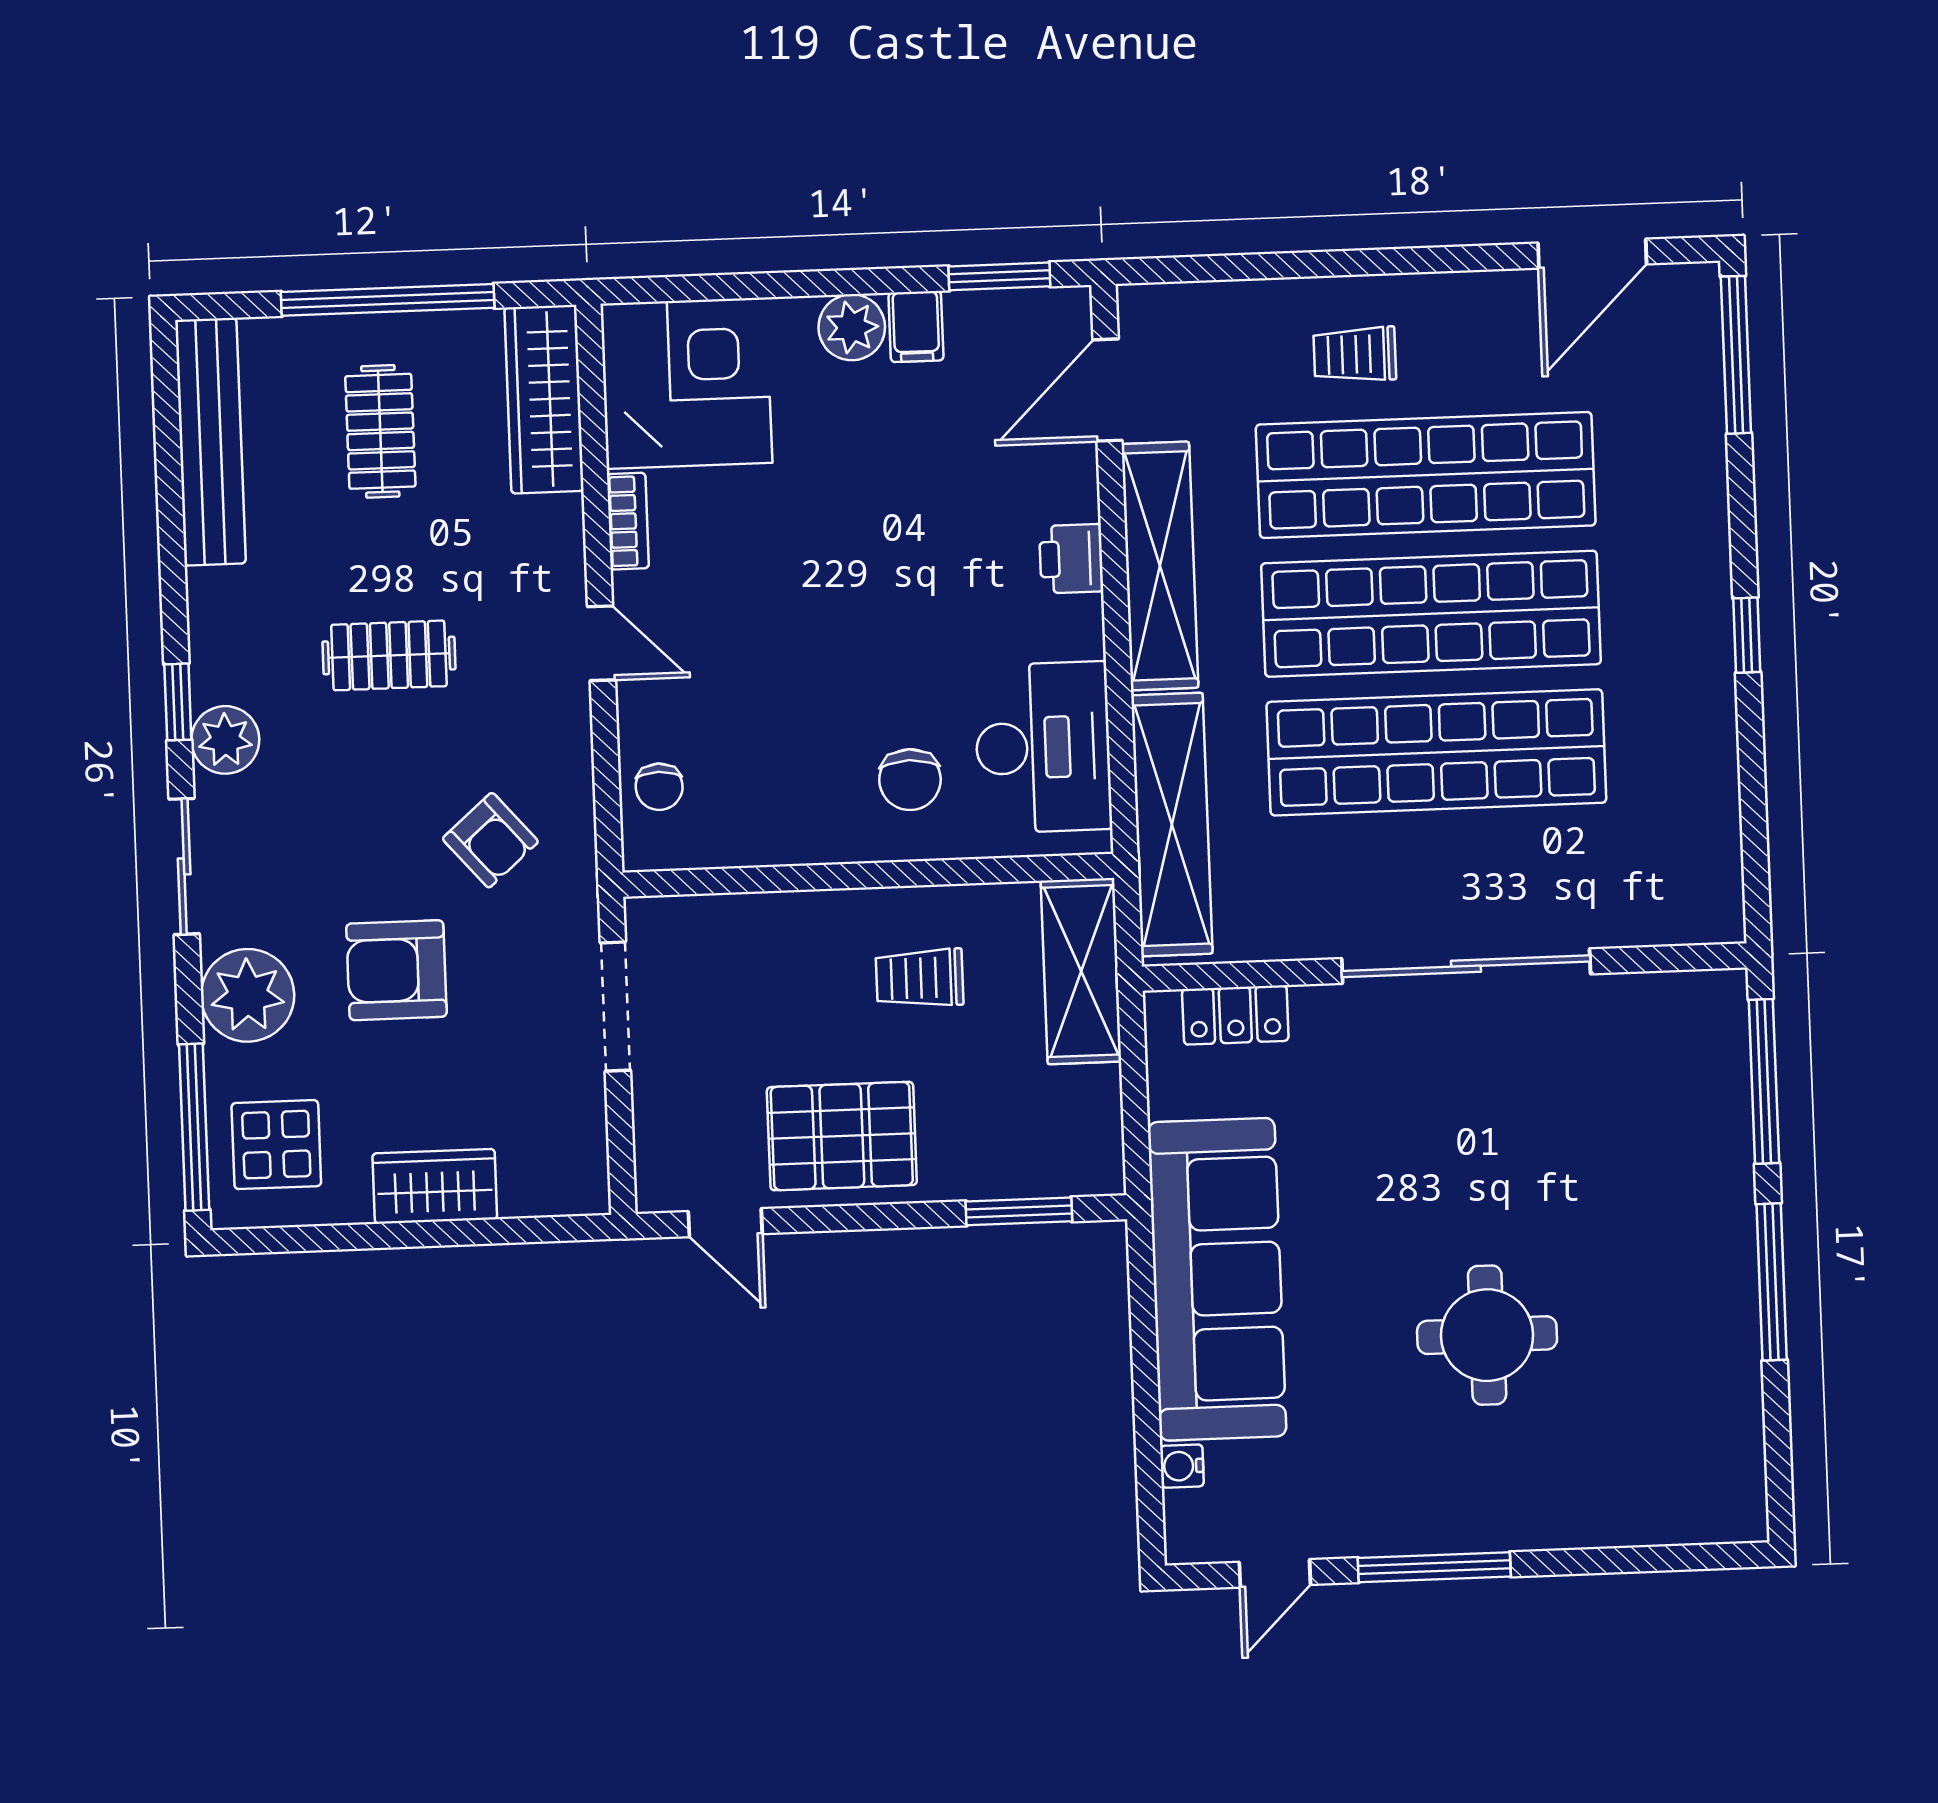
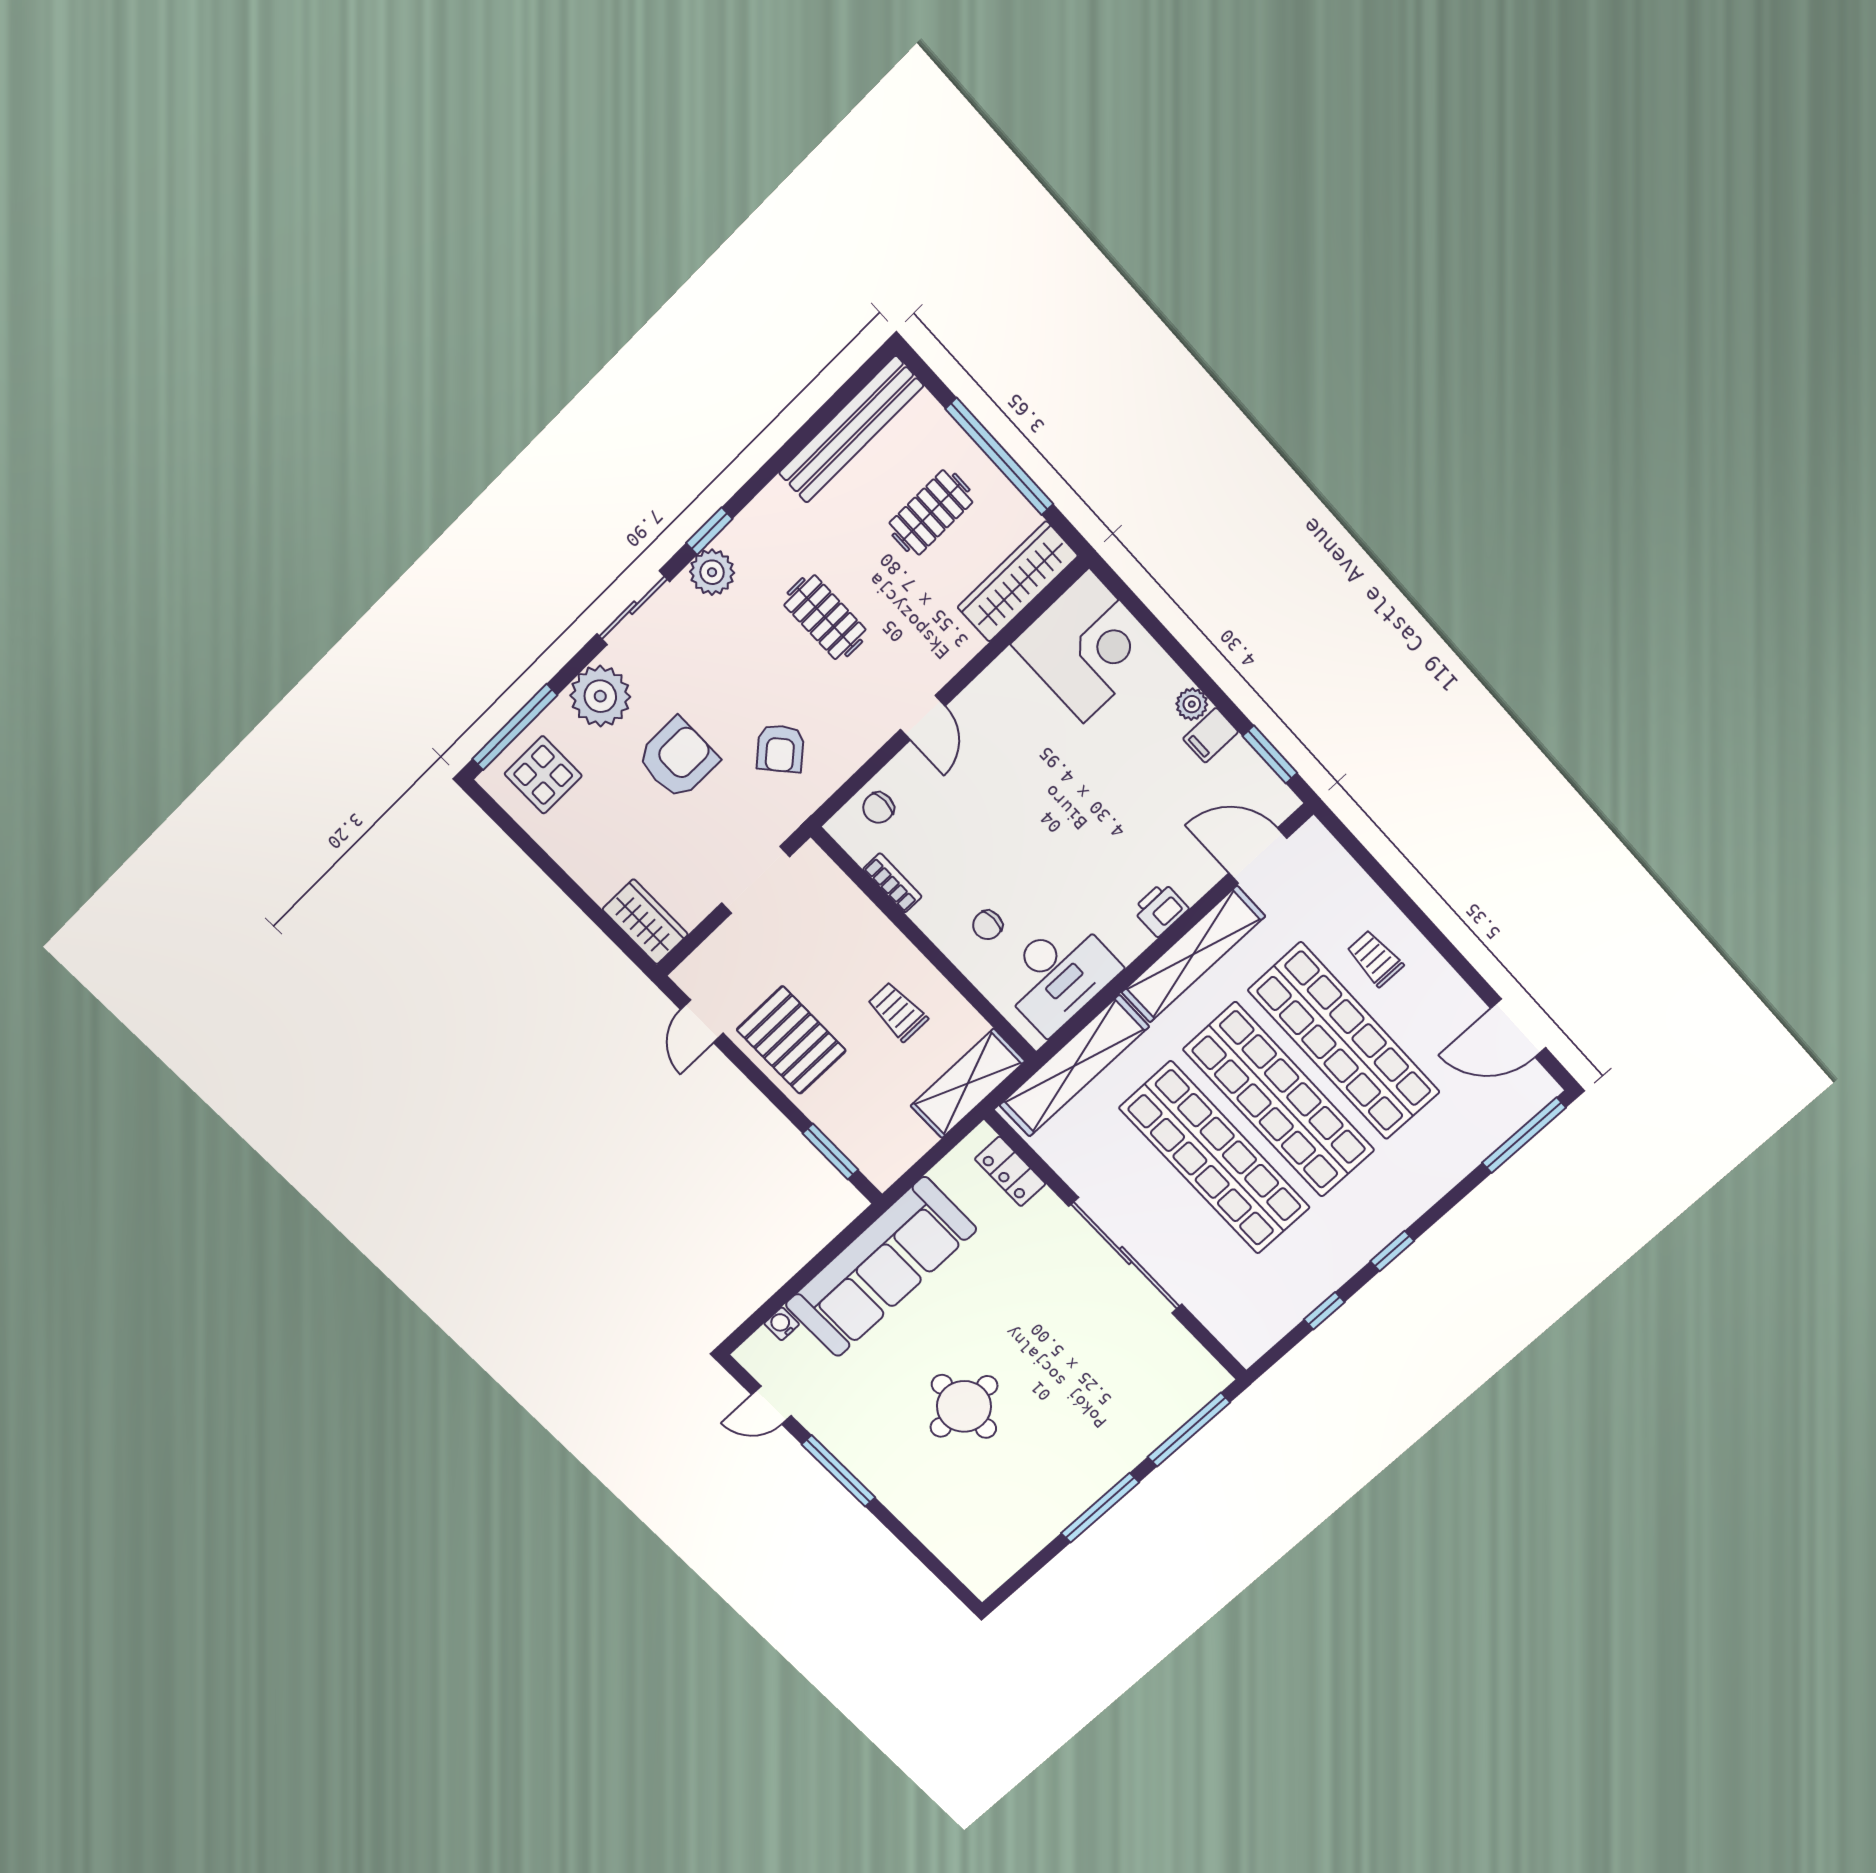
plant: (852, 327) -> (1192, 704), width x0.73, depth x0.73
bookcase: (628, 521) -> (892, 883), moved, turned -90
chair: (910, 780) -> (988, 925), width x0.73, depth x0.73
window: (1752, 782) -> (1324, 1311), added
armchair: (396, 970) -> (678, 759), turned 90
wardrobe: (435, 1186) -> (645, 922), moved

